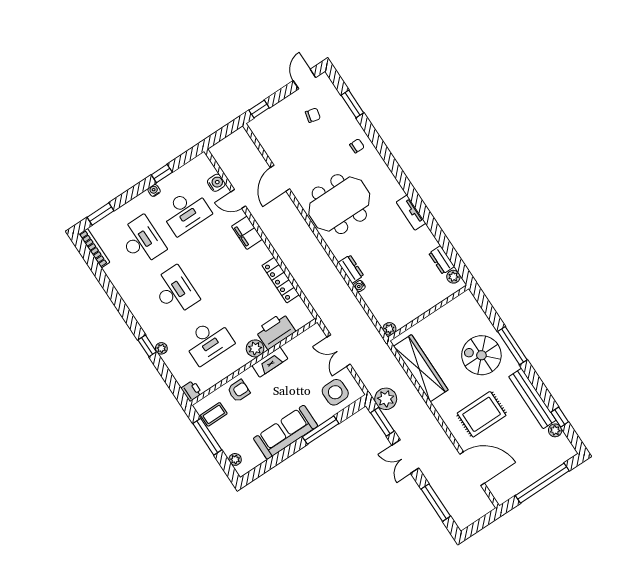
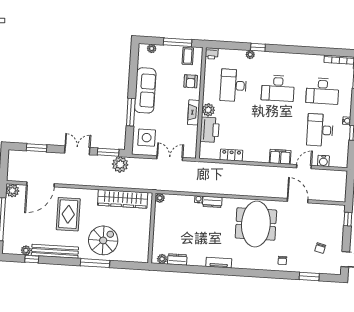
locker: (281, 280) -> (231, 155), width x0.66
plant: (502, 494) -> (12, 191), added
window: (436, 503) -> (37, 148), width x0.69

